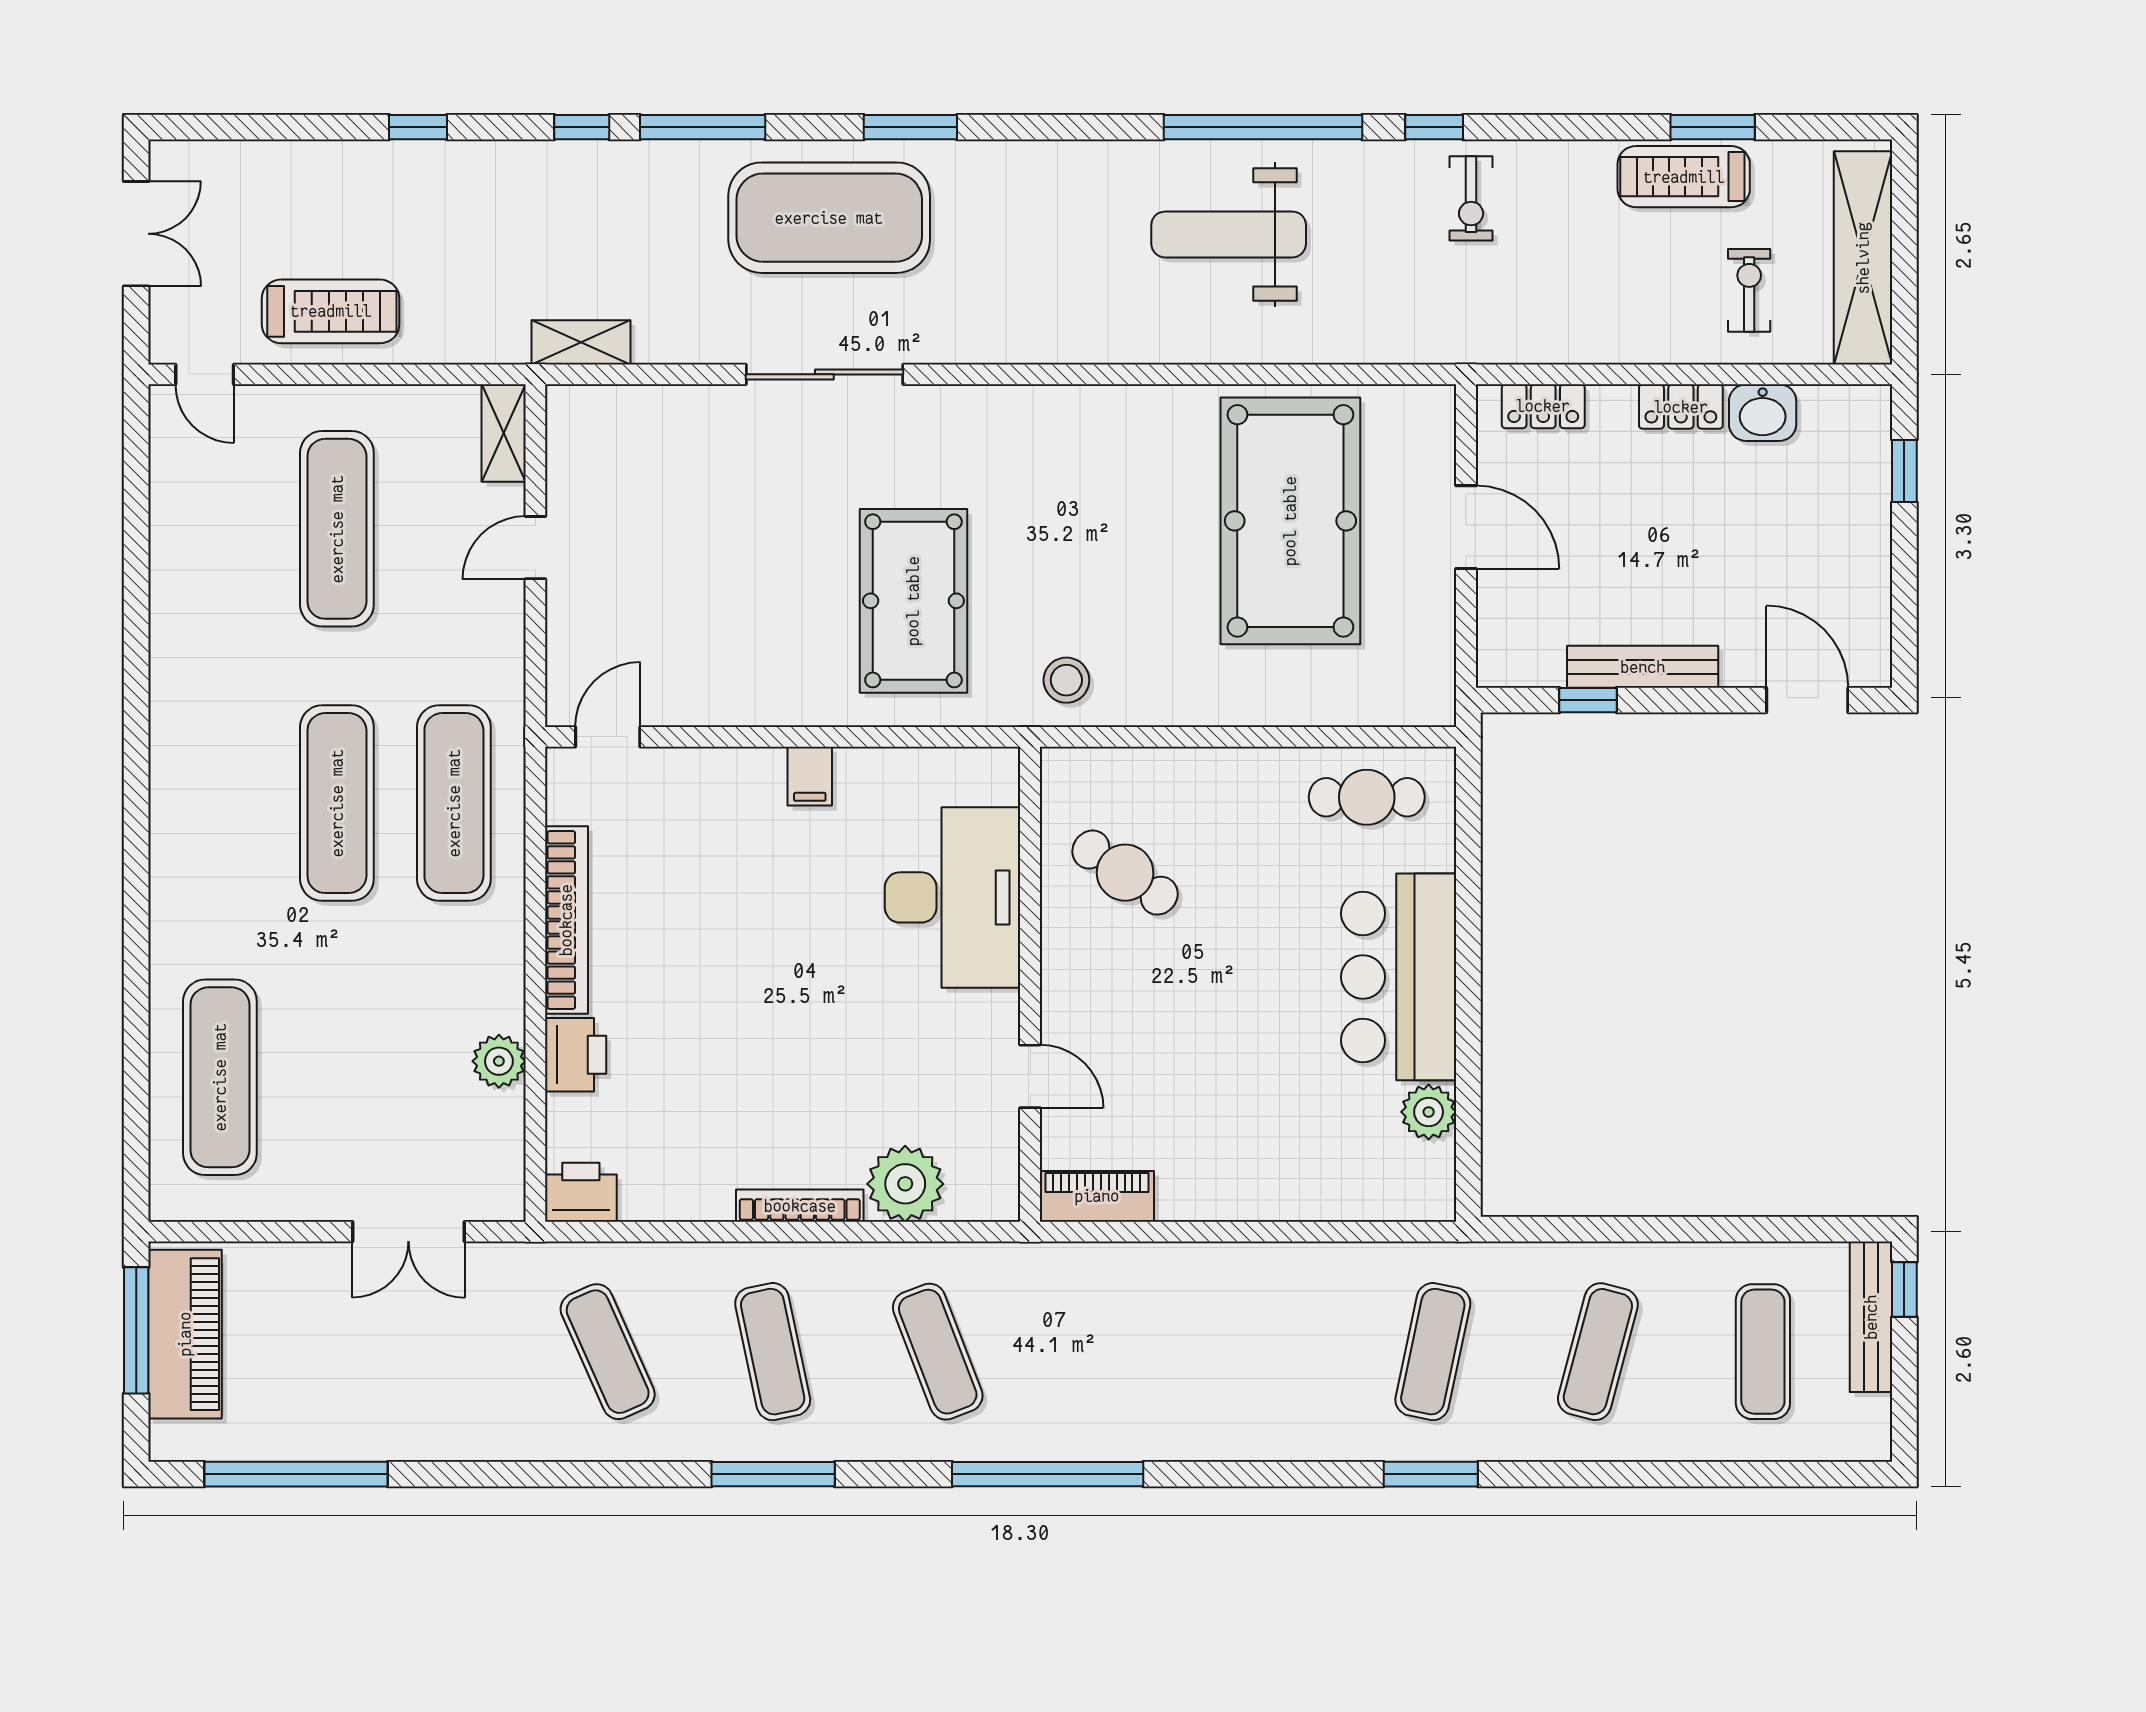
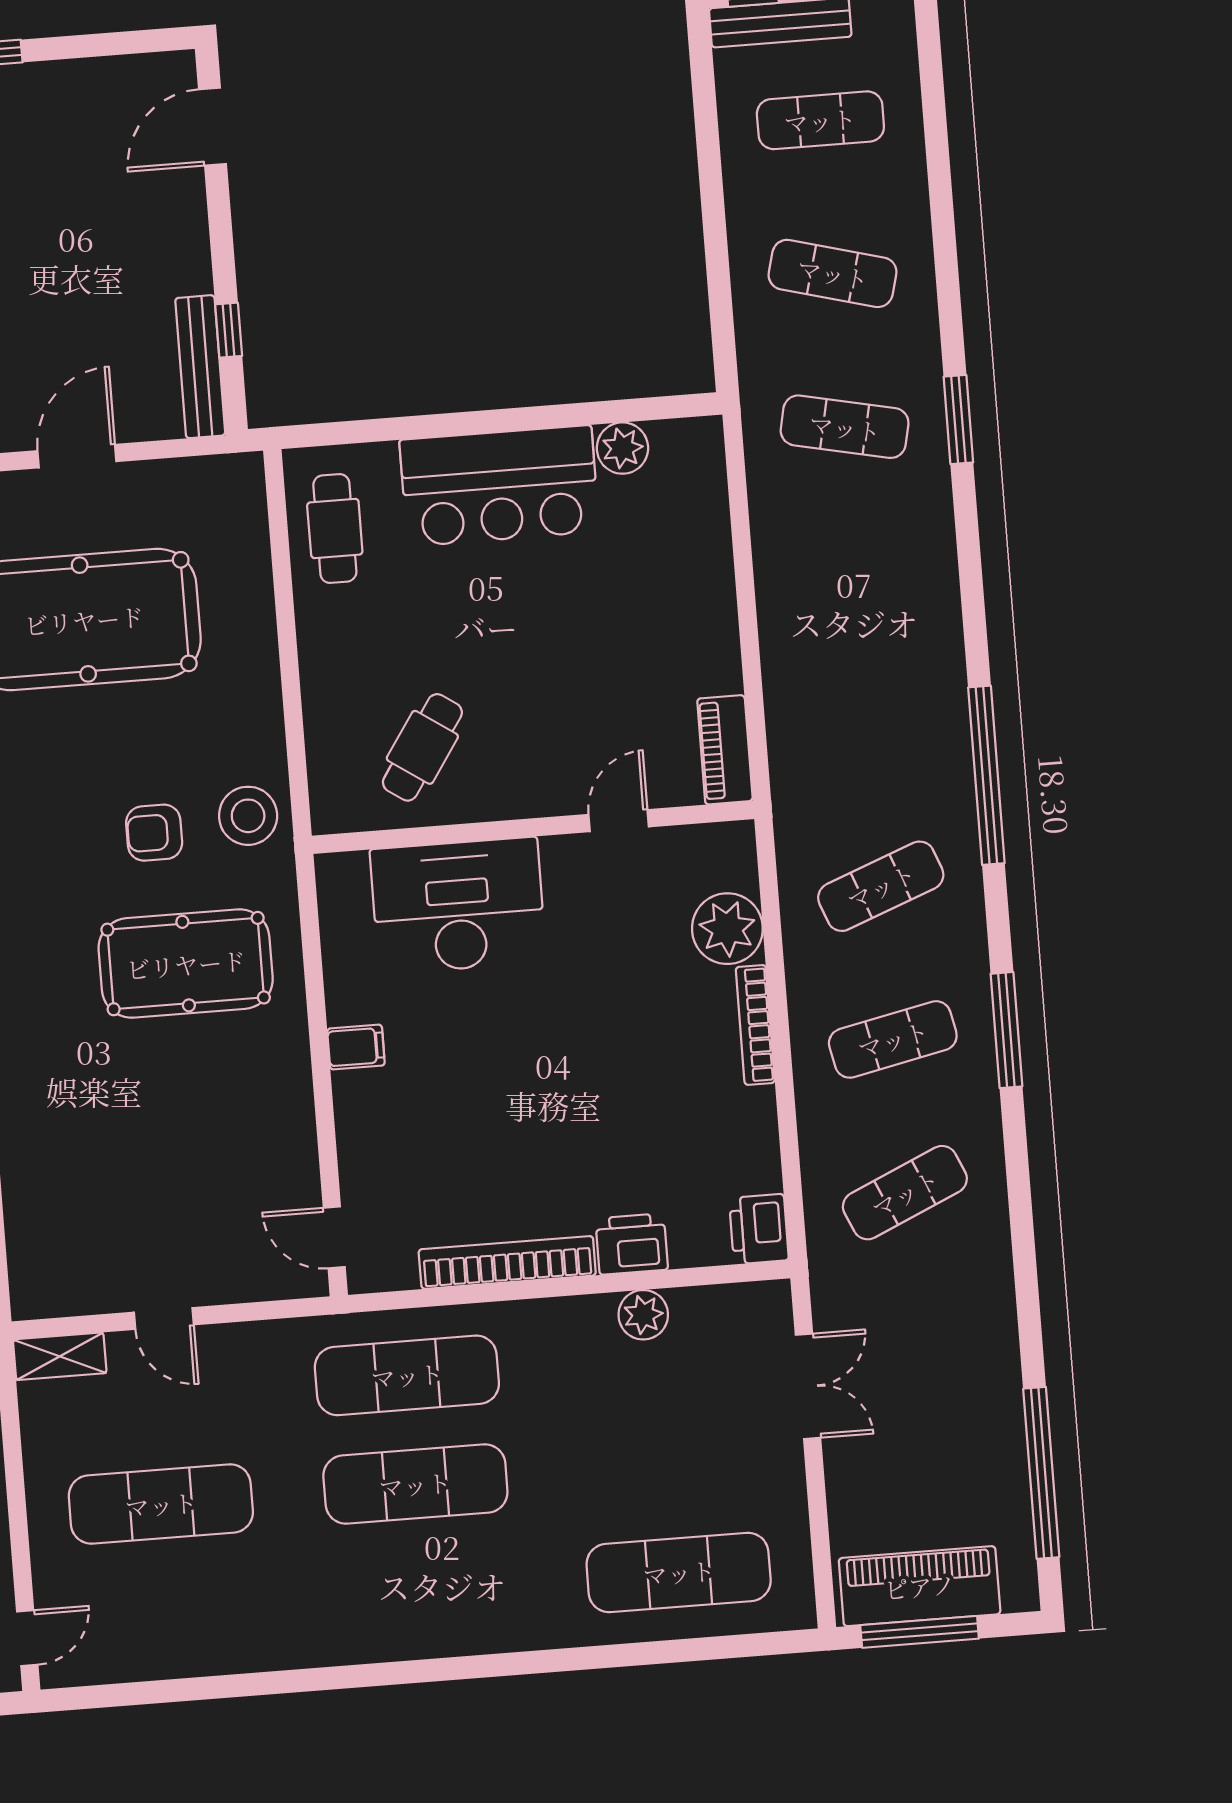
armchair: (1056, 578) -> (154, 833), added
bench: (1643, 667) -> (200, 367), moved
stool: (1066, 680) -> (248, 816), width x1.38, depth x1.38

